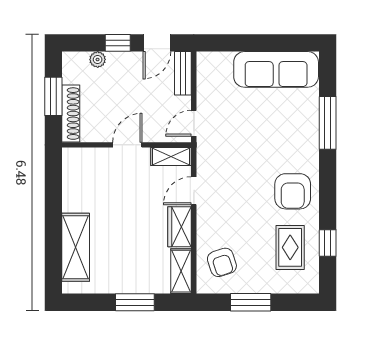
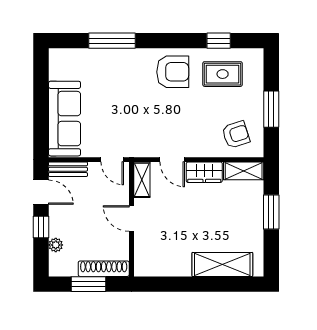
sofa: (276, 69) -> (65, 119), moved

